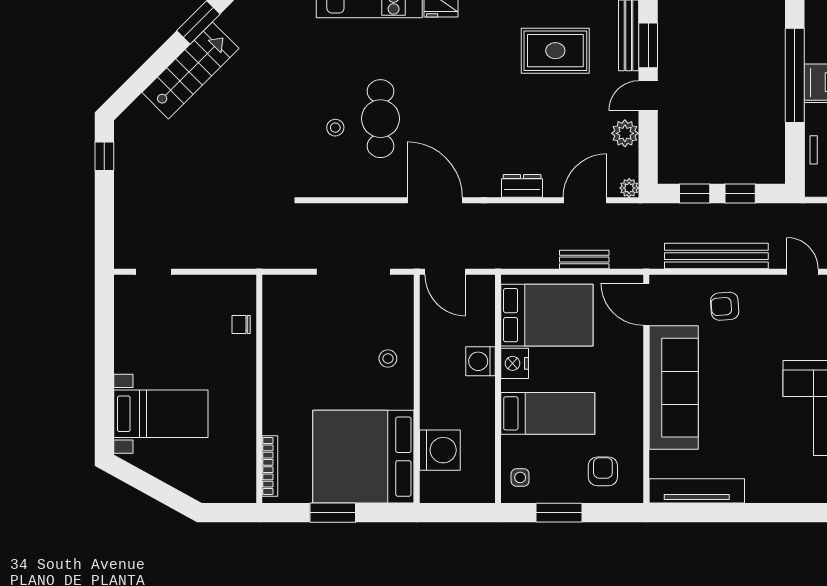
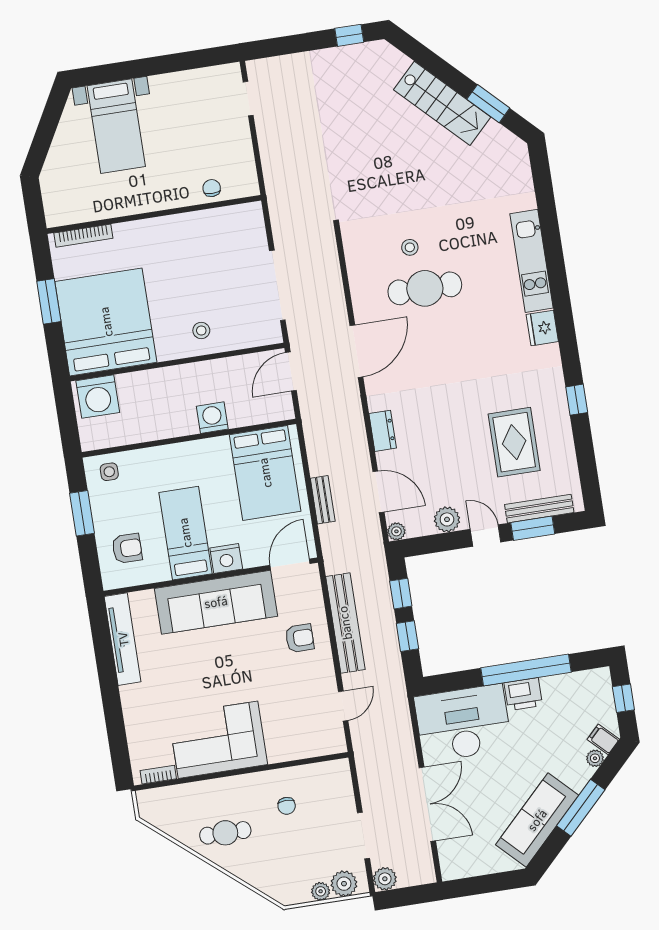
armchair: (725, 306) -> (300, 638), turned 94
nightstand: (515, 363) -> (226, 558), moved, turned 180
bed: (548, 413) -> (185, 533), moved, turned 180
washing machine: (440, 450) -> (98, 397), moved

